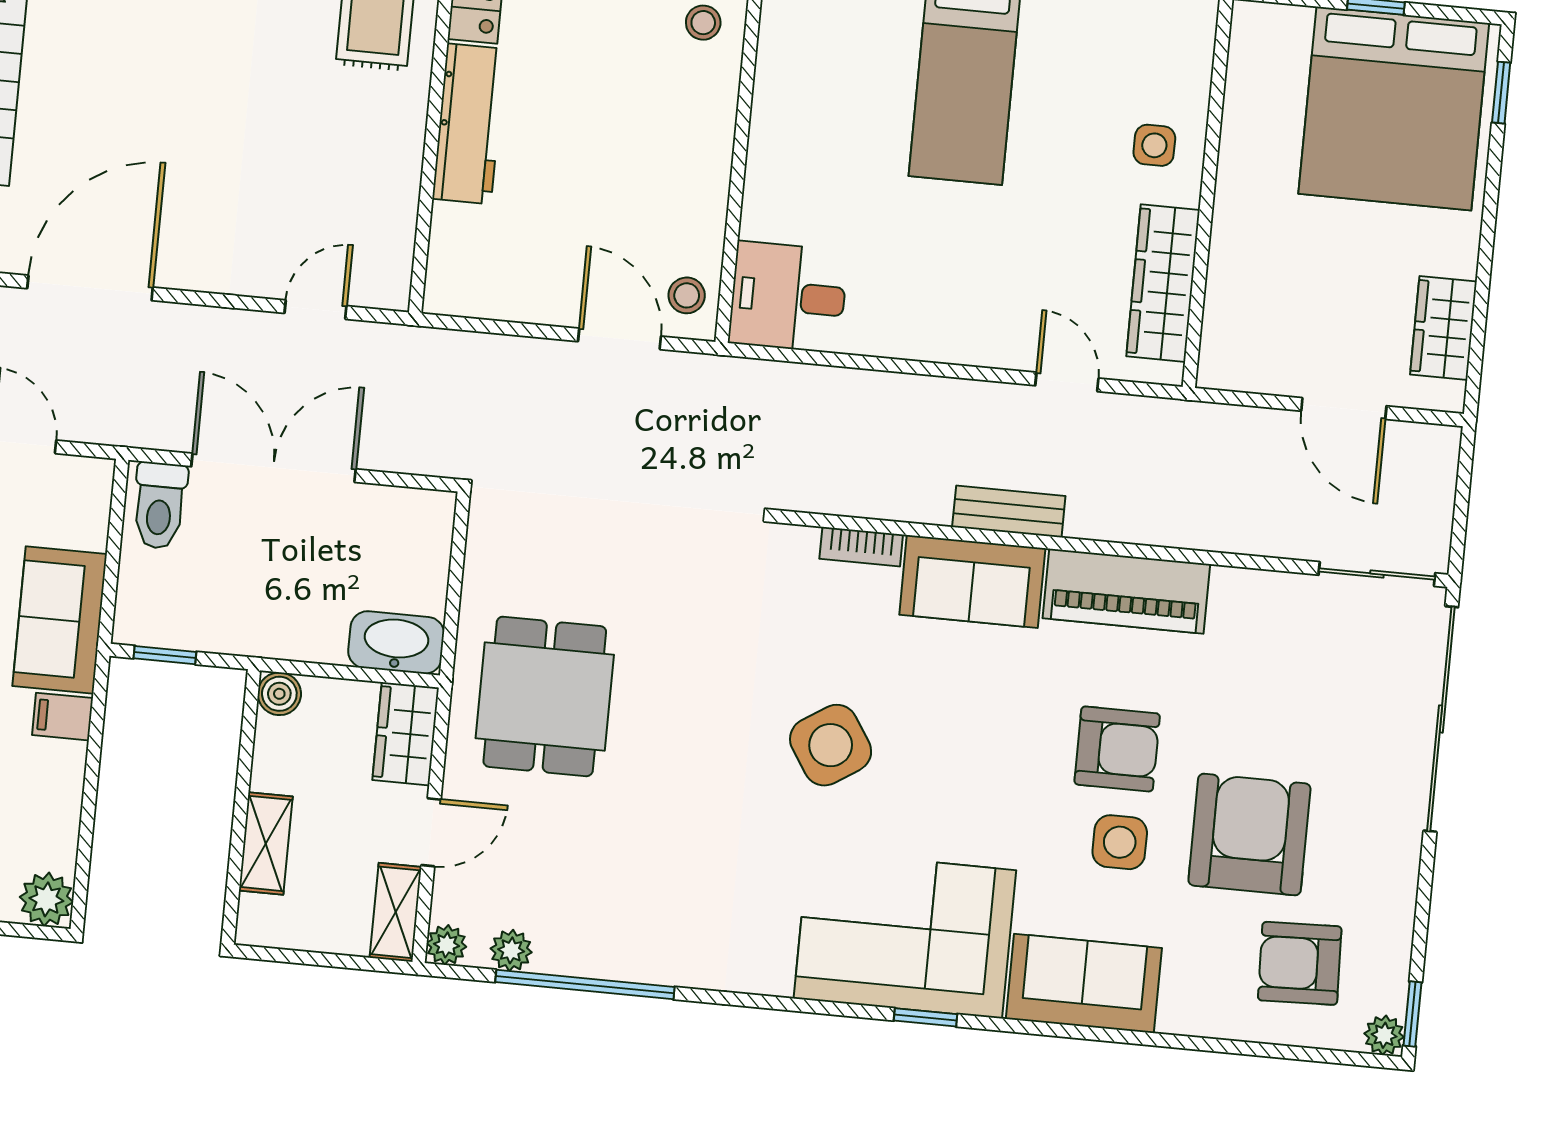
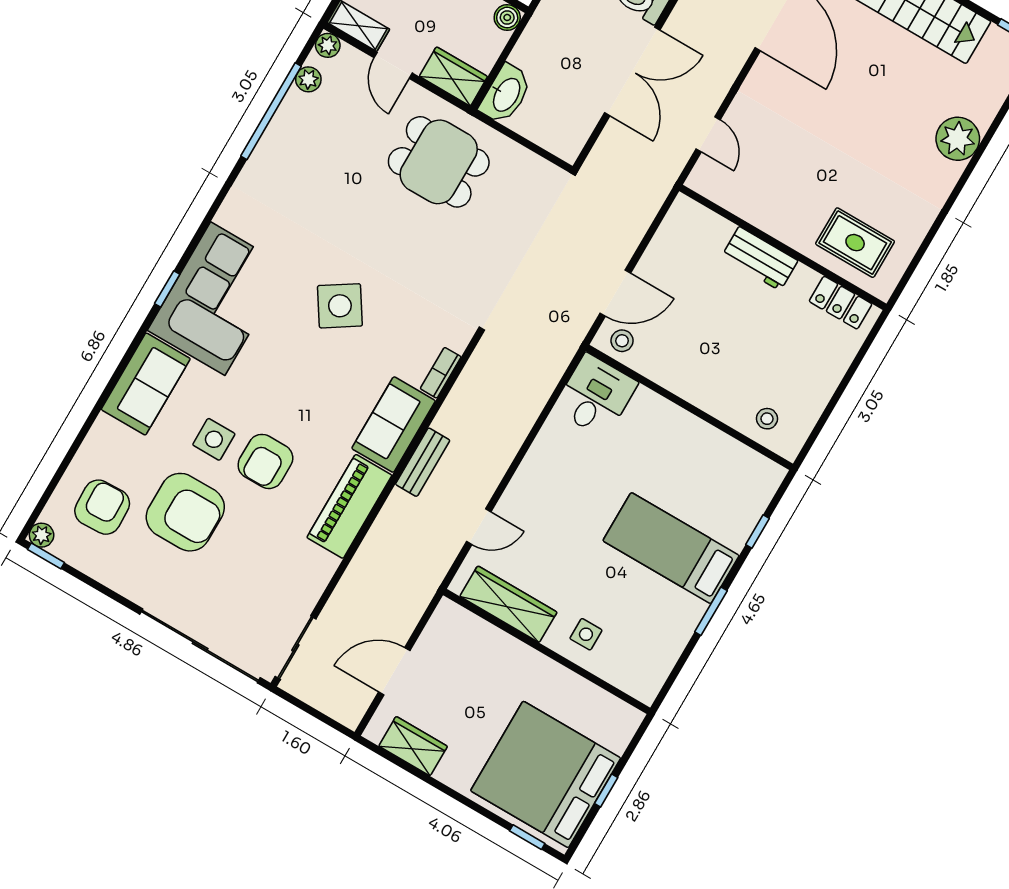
workbench: (469, 124) -> (760, 259), width x0.73

